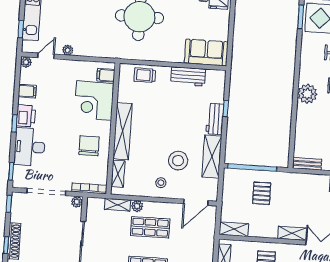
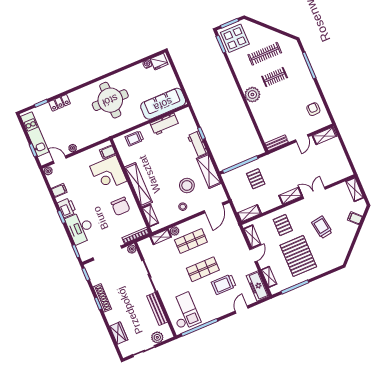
sofa: (206, 52) -> (163, 104), width x1.36
door: (46, 56) -> (60, 160), hinge flipped
chair: (89, 146) -> (121, 206), turned 180

